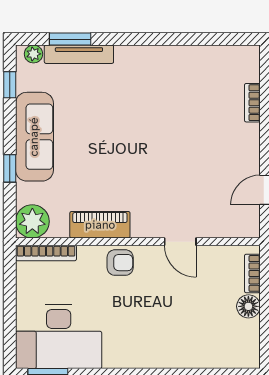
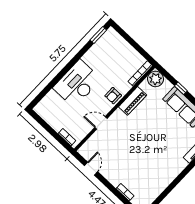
floor lamp: (248, 306) -> (57, 125), removed
desk: (59, 336) -> (77, 84), moved

